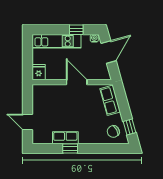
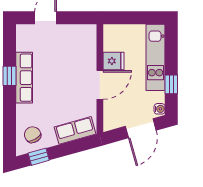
door: (109, 52) -> (141, 128), hinge flipped
fridge: (39, 72) -> (113, 61), moved
row of seats: (65, 138) -> (24, 78), width x1.48

